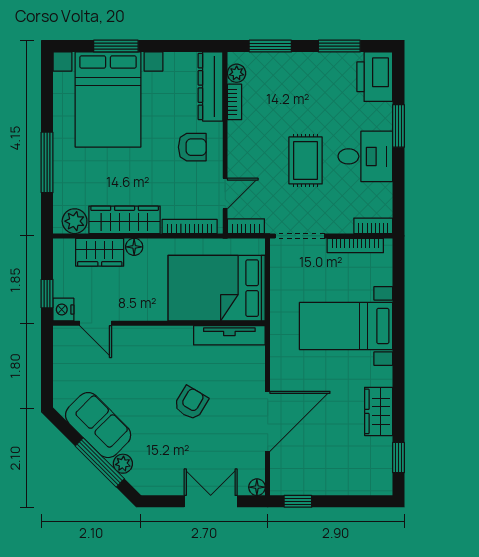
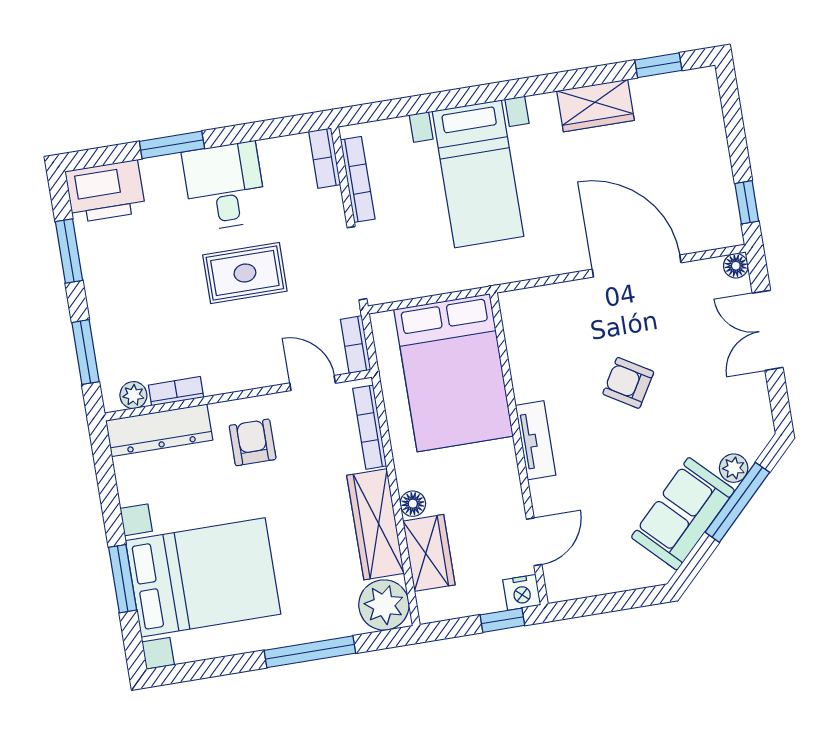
plant: (75, 221) -> (384, 605), width x1.36, depth x1.36
tv unit: (229, 335) -> (536, 440), moved, width x0.71

